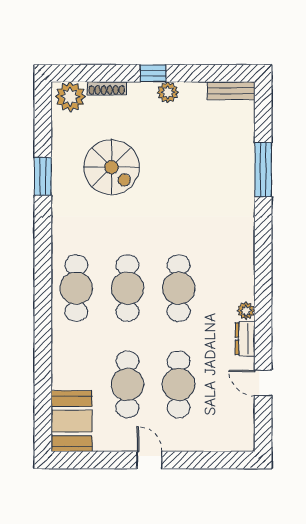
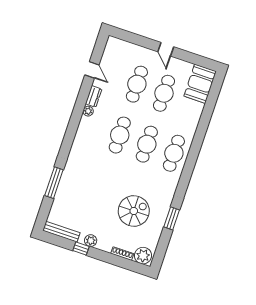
window: (153, 73) -> (81, 249), moved
bench: (231, 91) -> (61, 232), width x1.36
spiral stairs: (111, 167) -> (134, 211), turned 90

